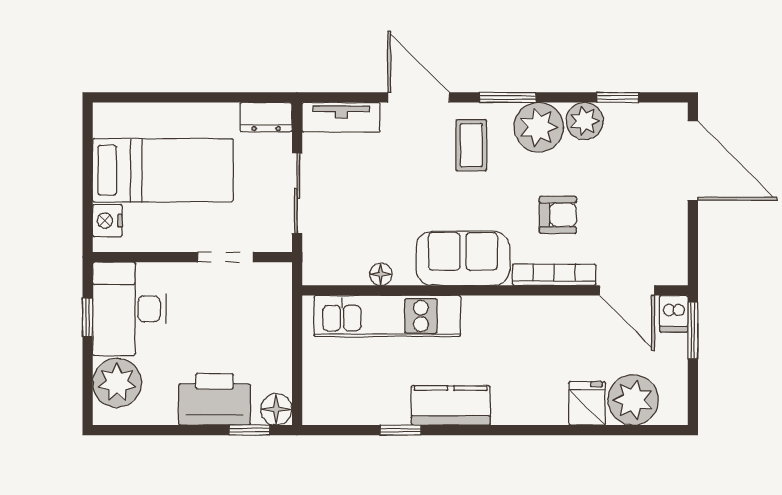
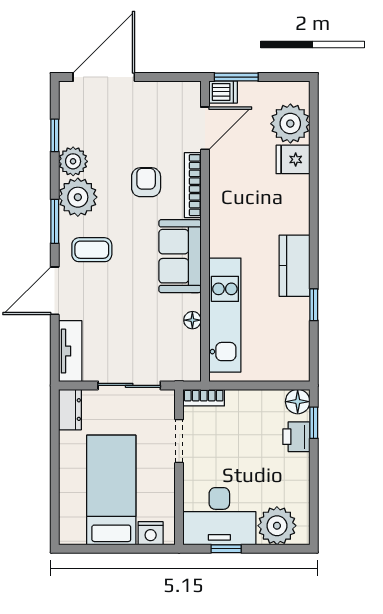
bookcase: (281, 289) -> (204, 398), added
printer: (215, 399) -> (296, 437), width x0.53, depth x0.68

